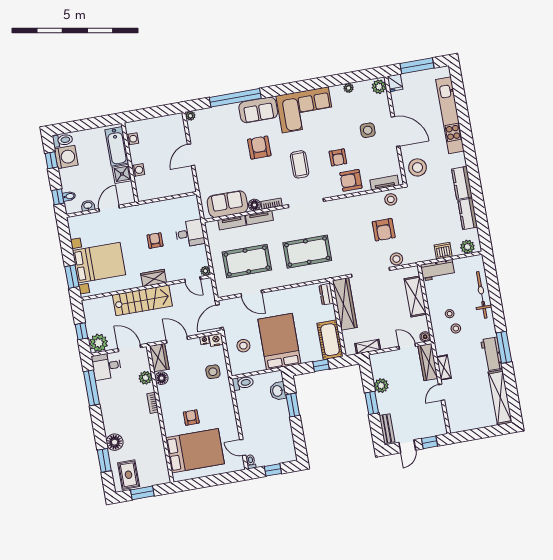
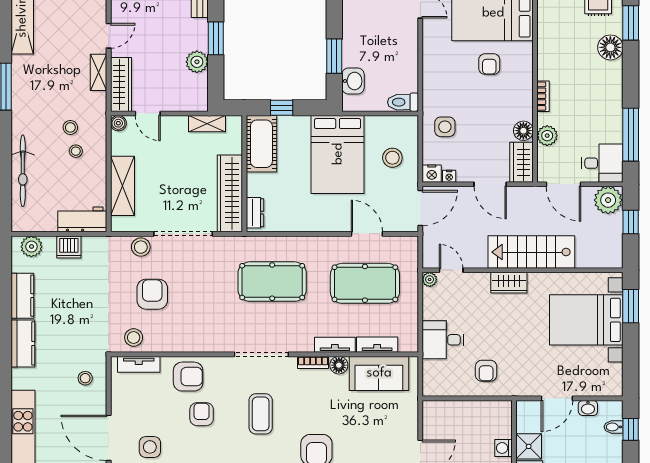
stool: (417, 167) -> (85, 378), width x0.53, depth x0.53
armchair: (155, 241) -> (486, 371), moved
workbench: (492, 354) -> (24, 80), removed

